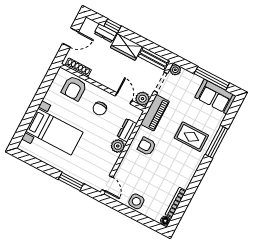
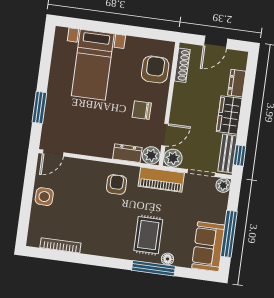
window: (113, 26) -> (240, 155), moved
door: (70, 38) -> (216, 42), hinge flipped
armchair: (74, 88) -> (155, 69), turned 90
plant: (118, 146) -> (151, 155), moved
floor lamp: (165, 221) -> (167, 259), moved

